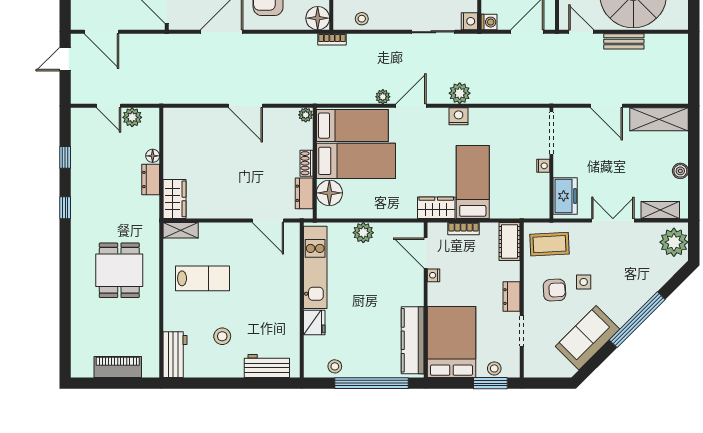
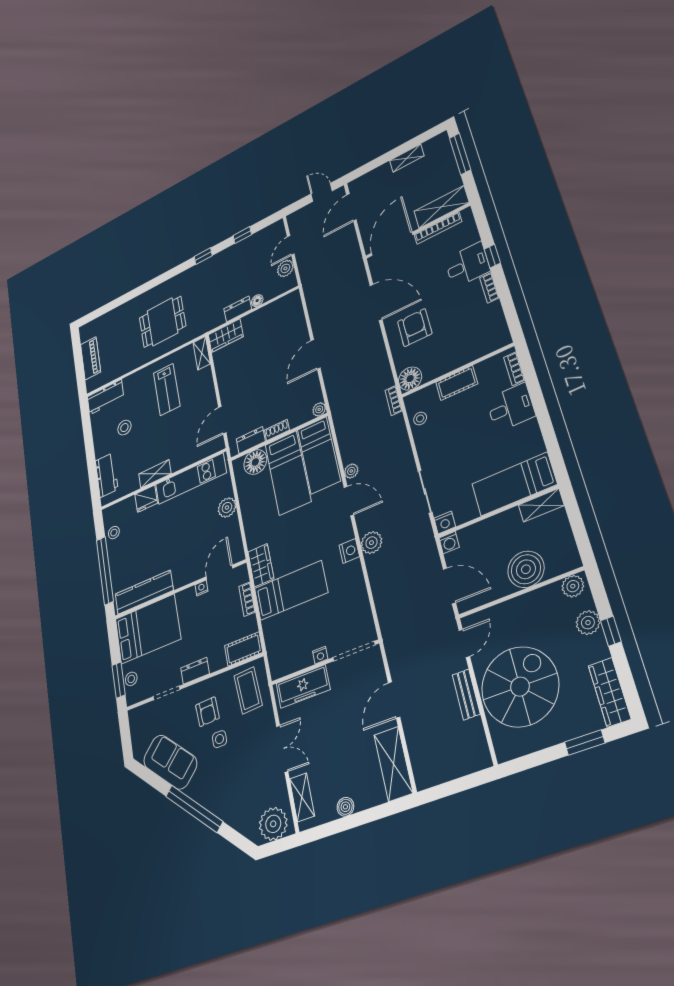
freezer: (565, 196) -> (303, 687), width x1.40
shelving: (291, 308) -> (155, 474), added

